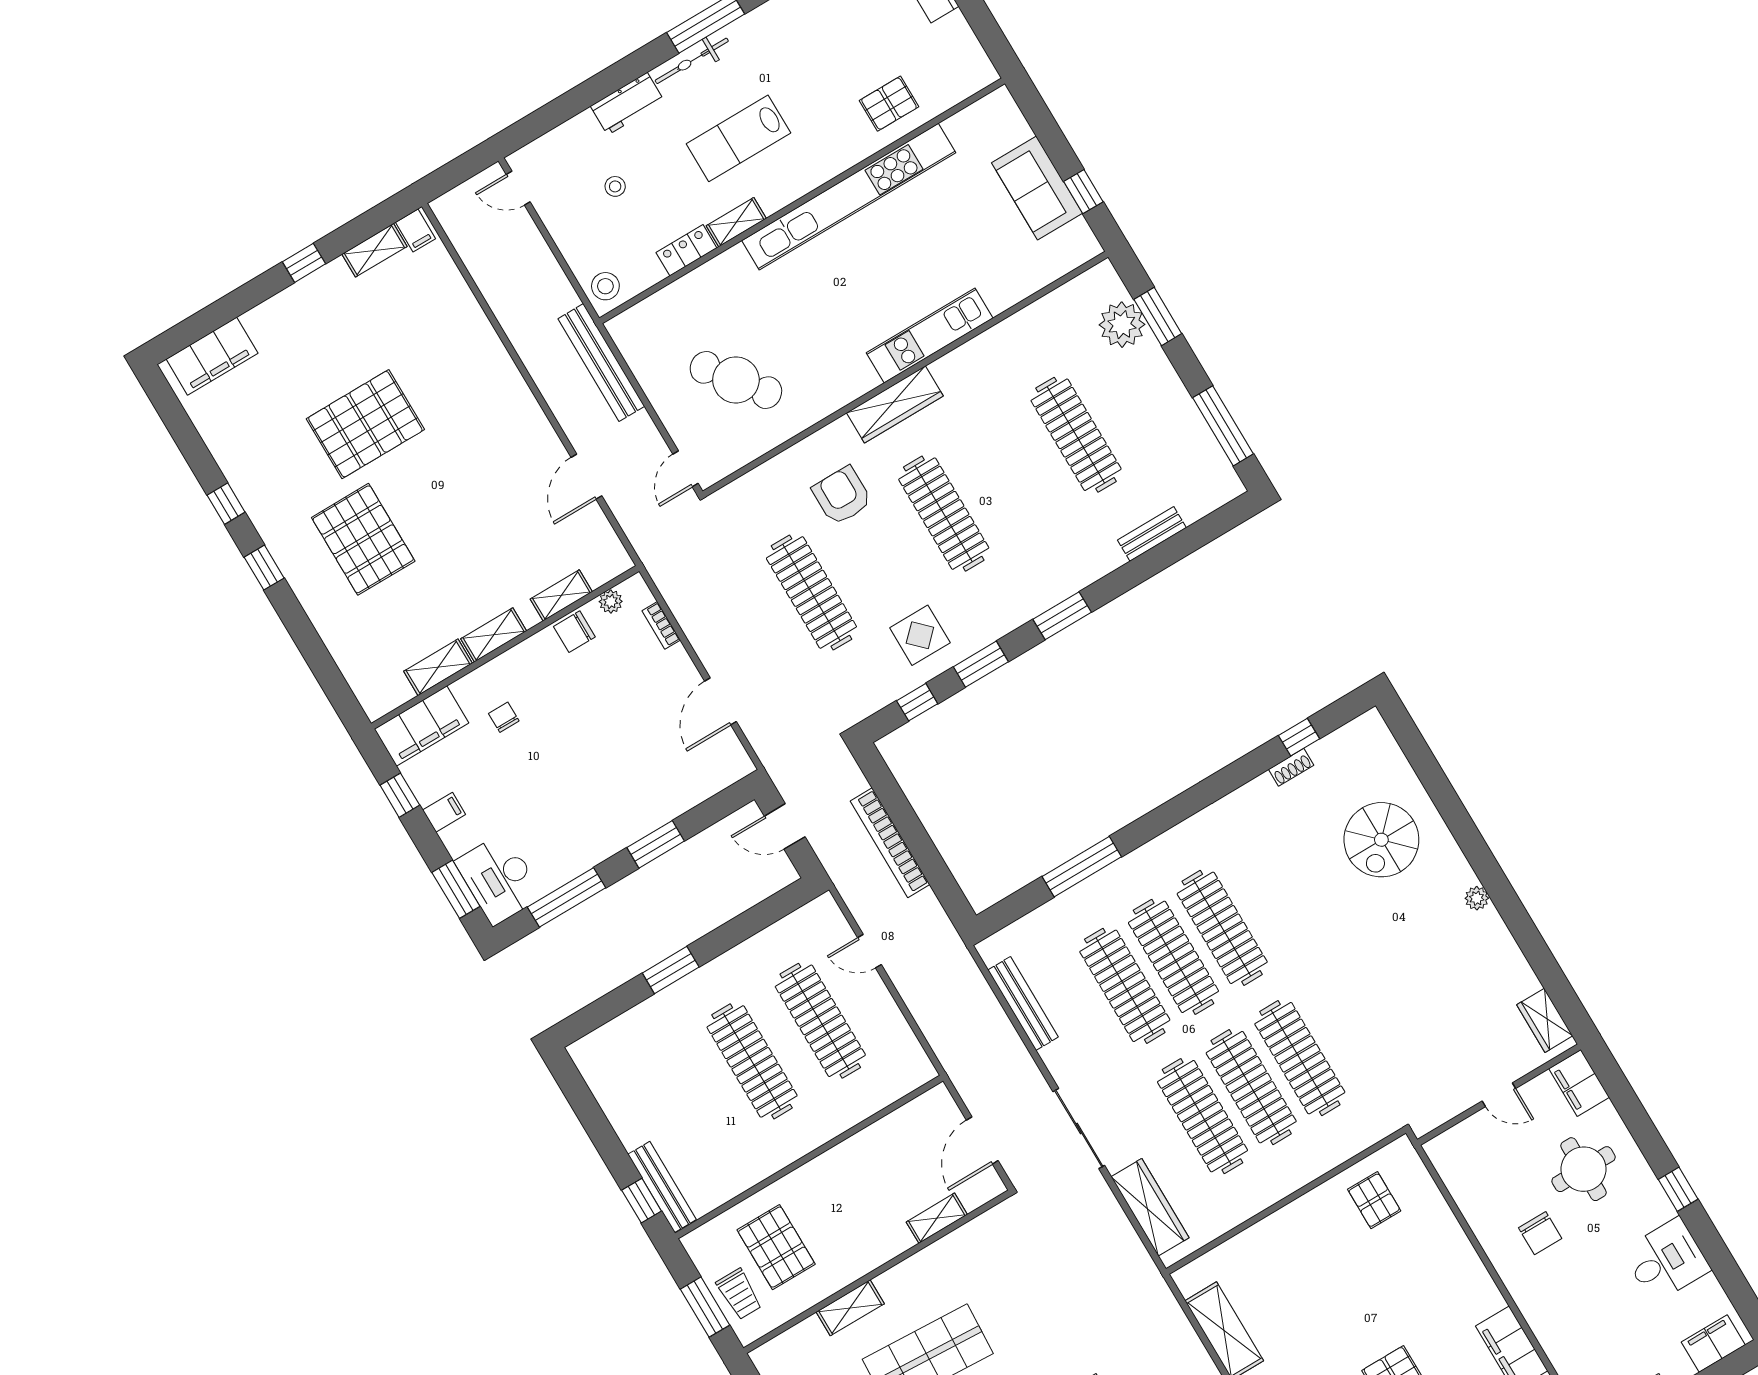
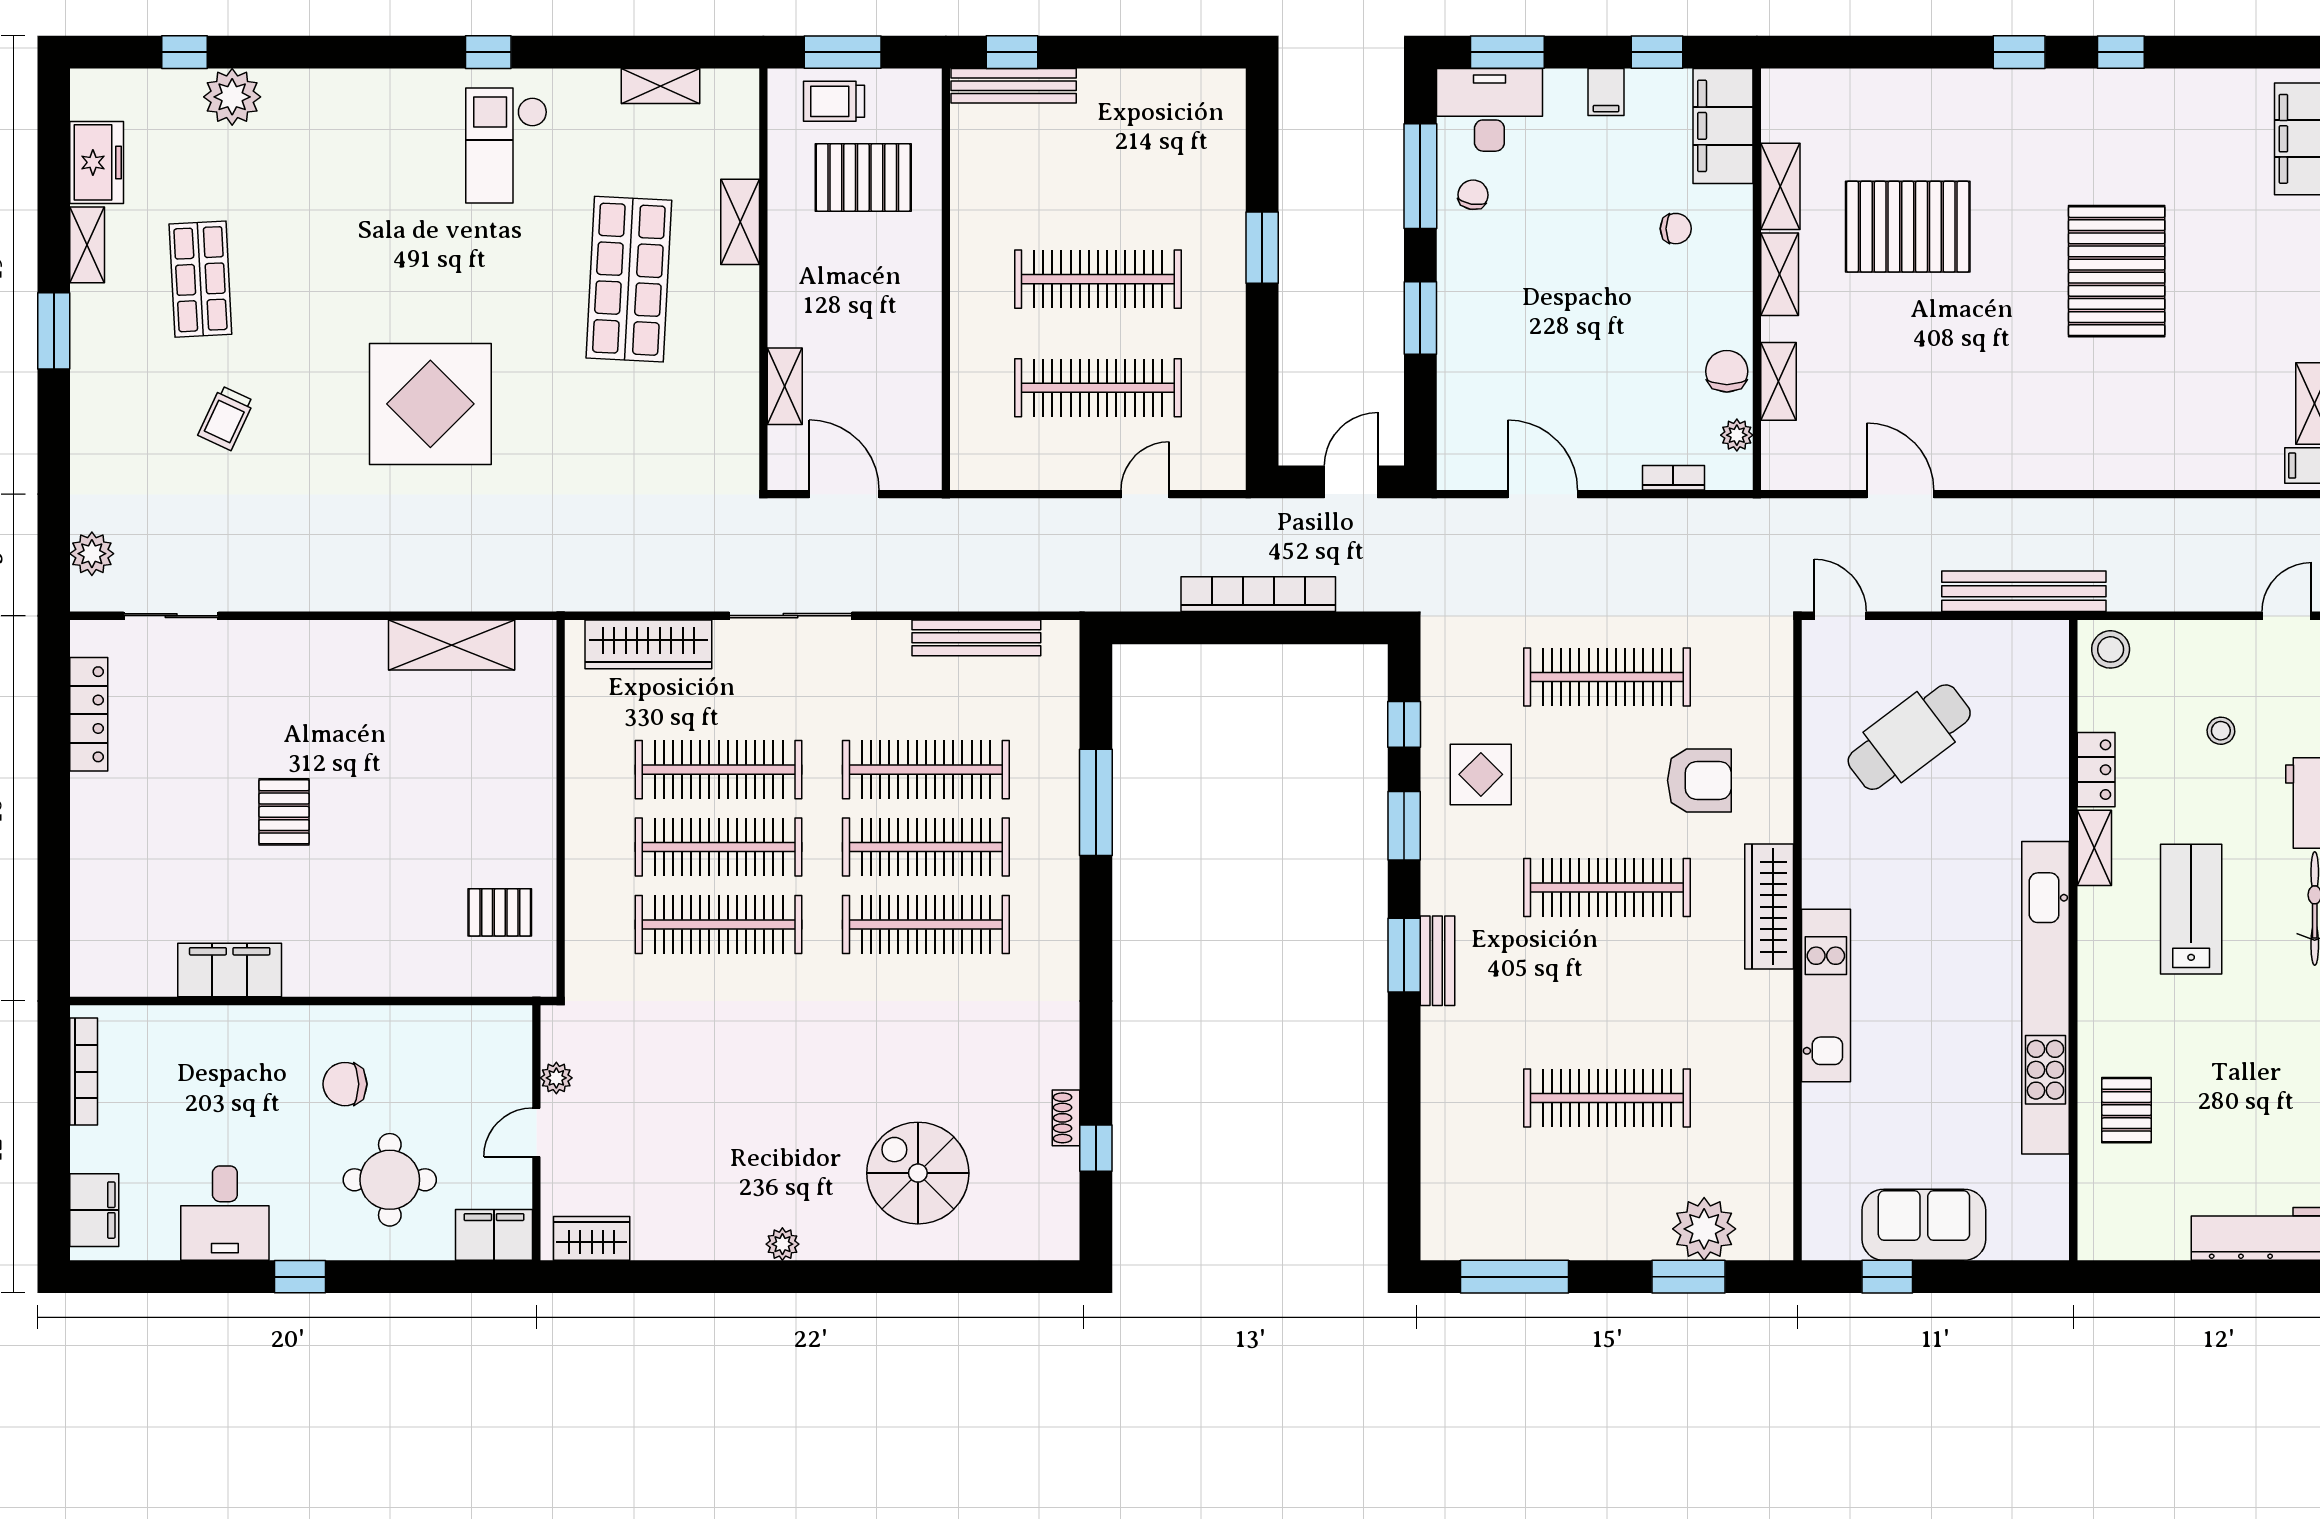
bench: (1152, 534) -> (1437, 961), moved
pallet: (363, 539) -> (1908, 227), moved
chair: (558, 857) -> (1473, 195), added
plant: (1457, 1103) -> (556, 1078), added

